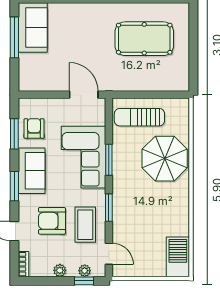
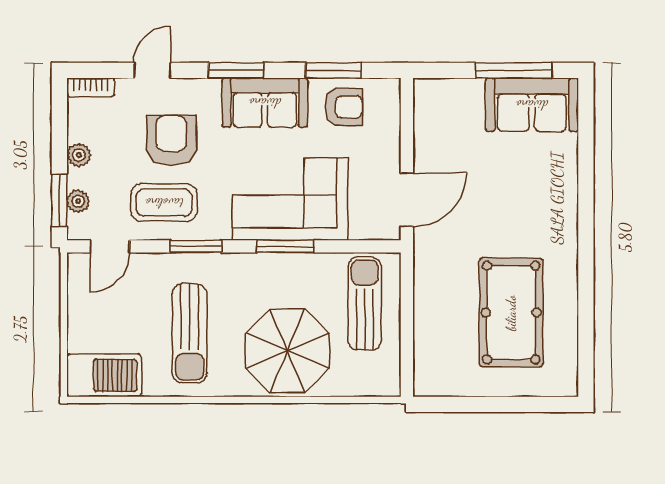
sun lounger: (155, 211) -> (190, 334), added
window: (84, 281) -> (59, 200), width x1.50

